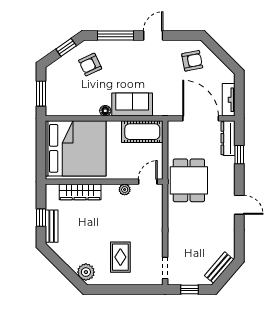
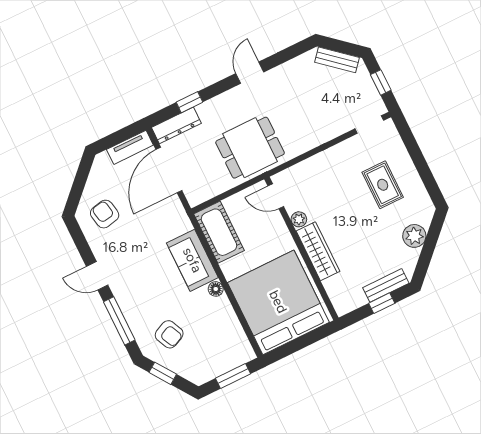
wardrobe: (80, 192) -> (318, 251), moved
rug: (120, 257) -> (383, 185), turned 90
plant: (86, 272) -> (414, 236), moved

